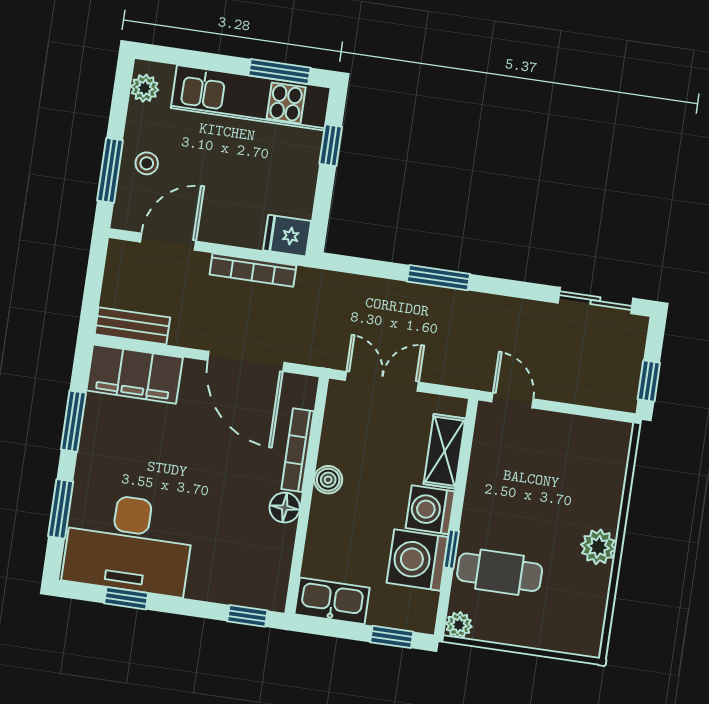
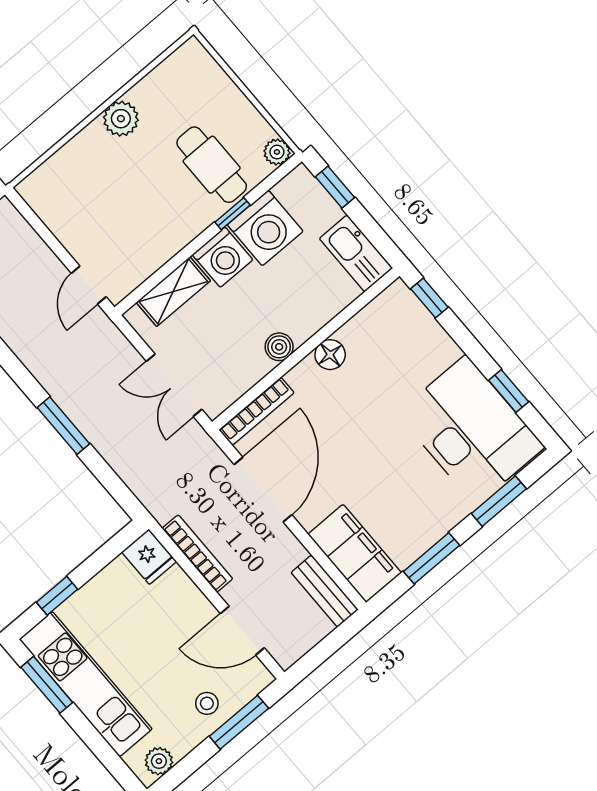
bookcase: (298, 450) -> (257, 411), moved

